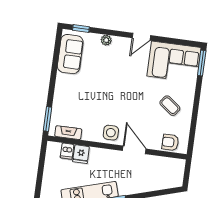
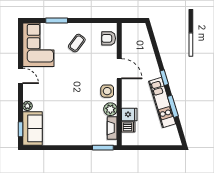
sofa: (70, 54) -> (32, 128), moved, turned 90
window: (202, 63) -> (57, 20), moved
plant: (90, 134) -> (110, 109), added
armchair: (170, 142) -> (109, 38), turned 90
door: (134, 150) -> (119, 69), swing flipped

